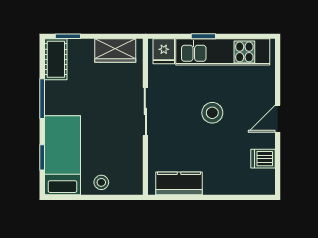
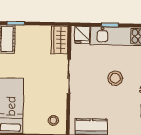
wardrobe: (115, 51) -> (59, 40), moved, turned 90
stool: (101, 182) -> (53, 120), moved

